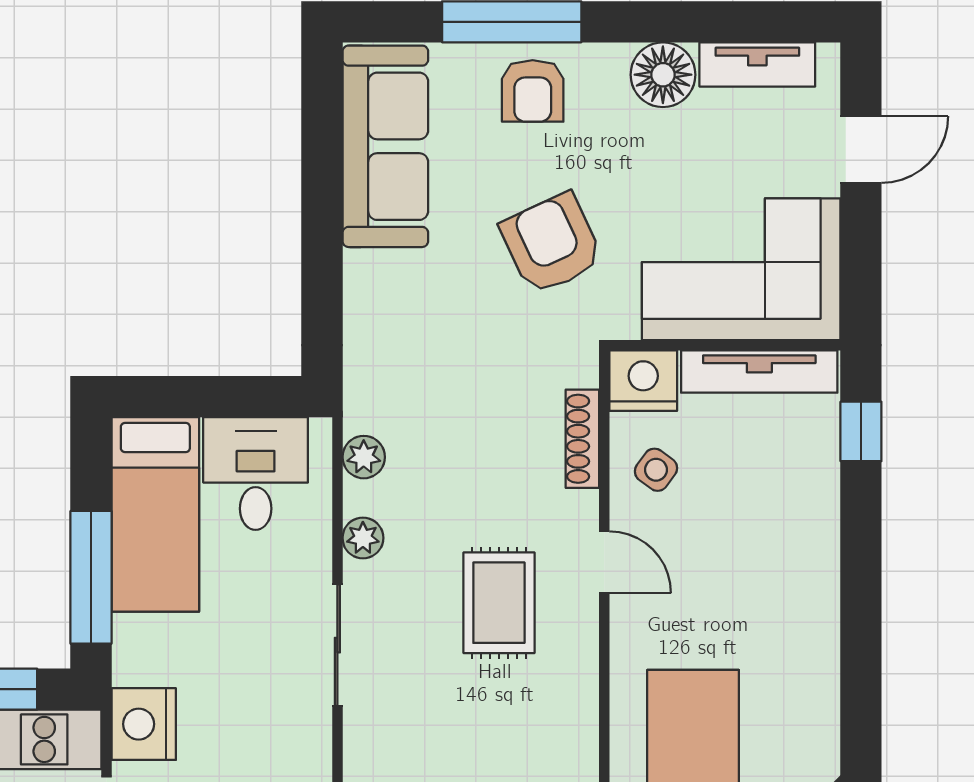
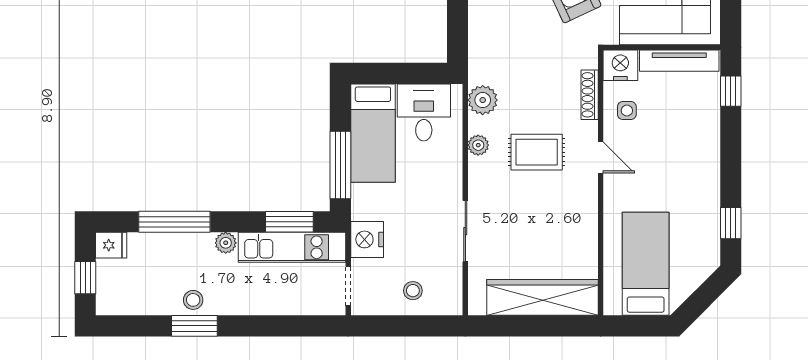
plant: (364, 457) -> (483, 100), width x1.38, depth x1.38
side table: (656, 470) -> (627, 111), turned -36
rug: (499, 603) -> (537, 152), moved, turned 90
sliding door: (337, 645) -> (465, 231), moved
window: (861, 692) -> (731, 223), added

